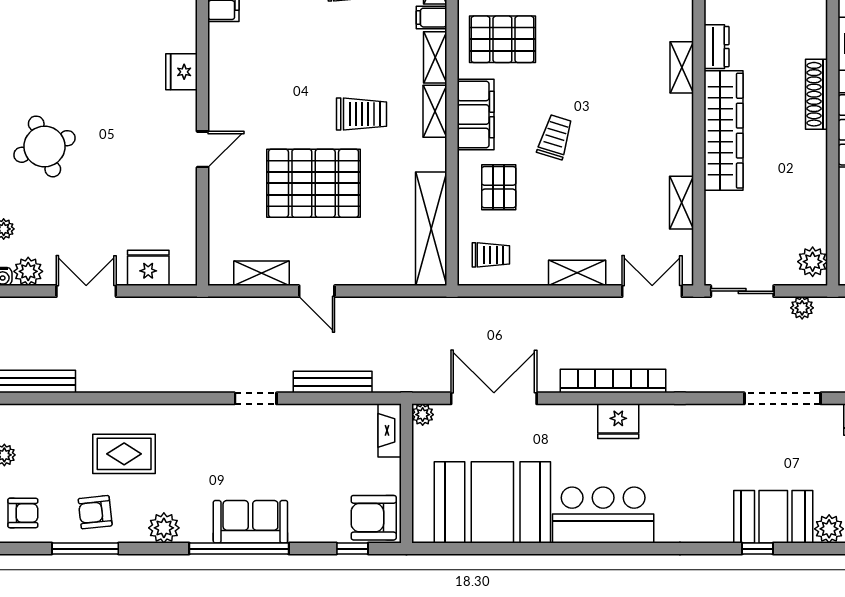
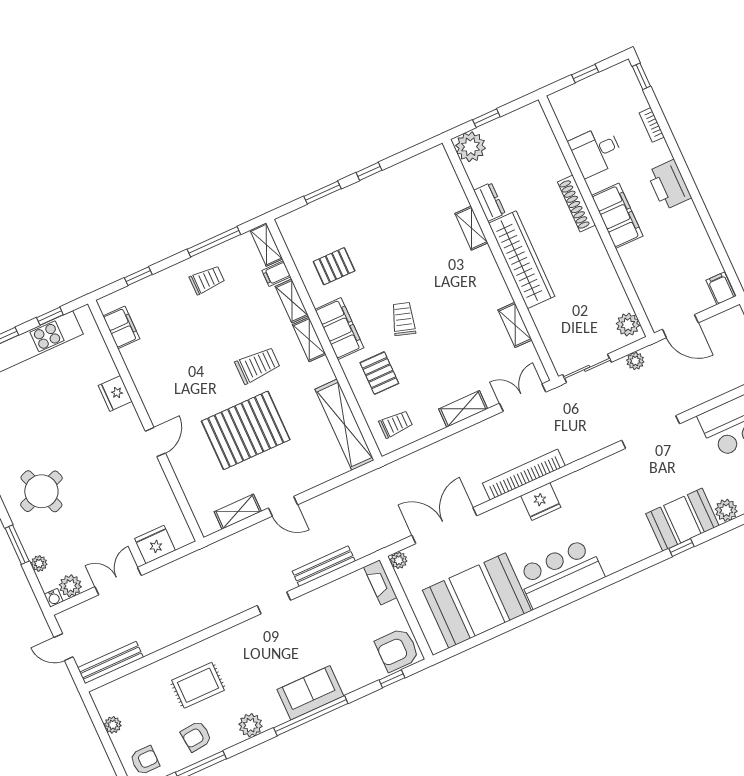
pallet: (502, 39) -> (334, 266), width x0.67, depth x0.71

